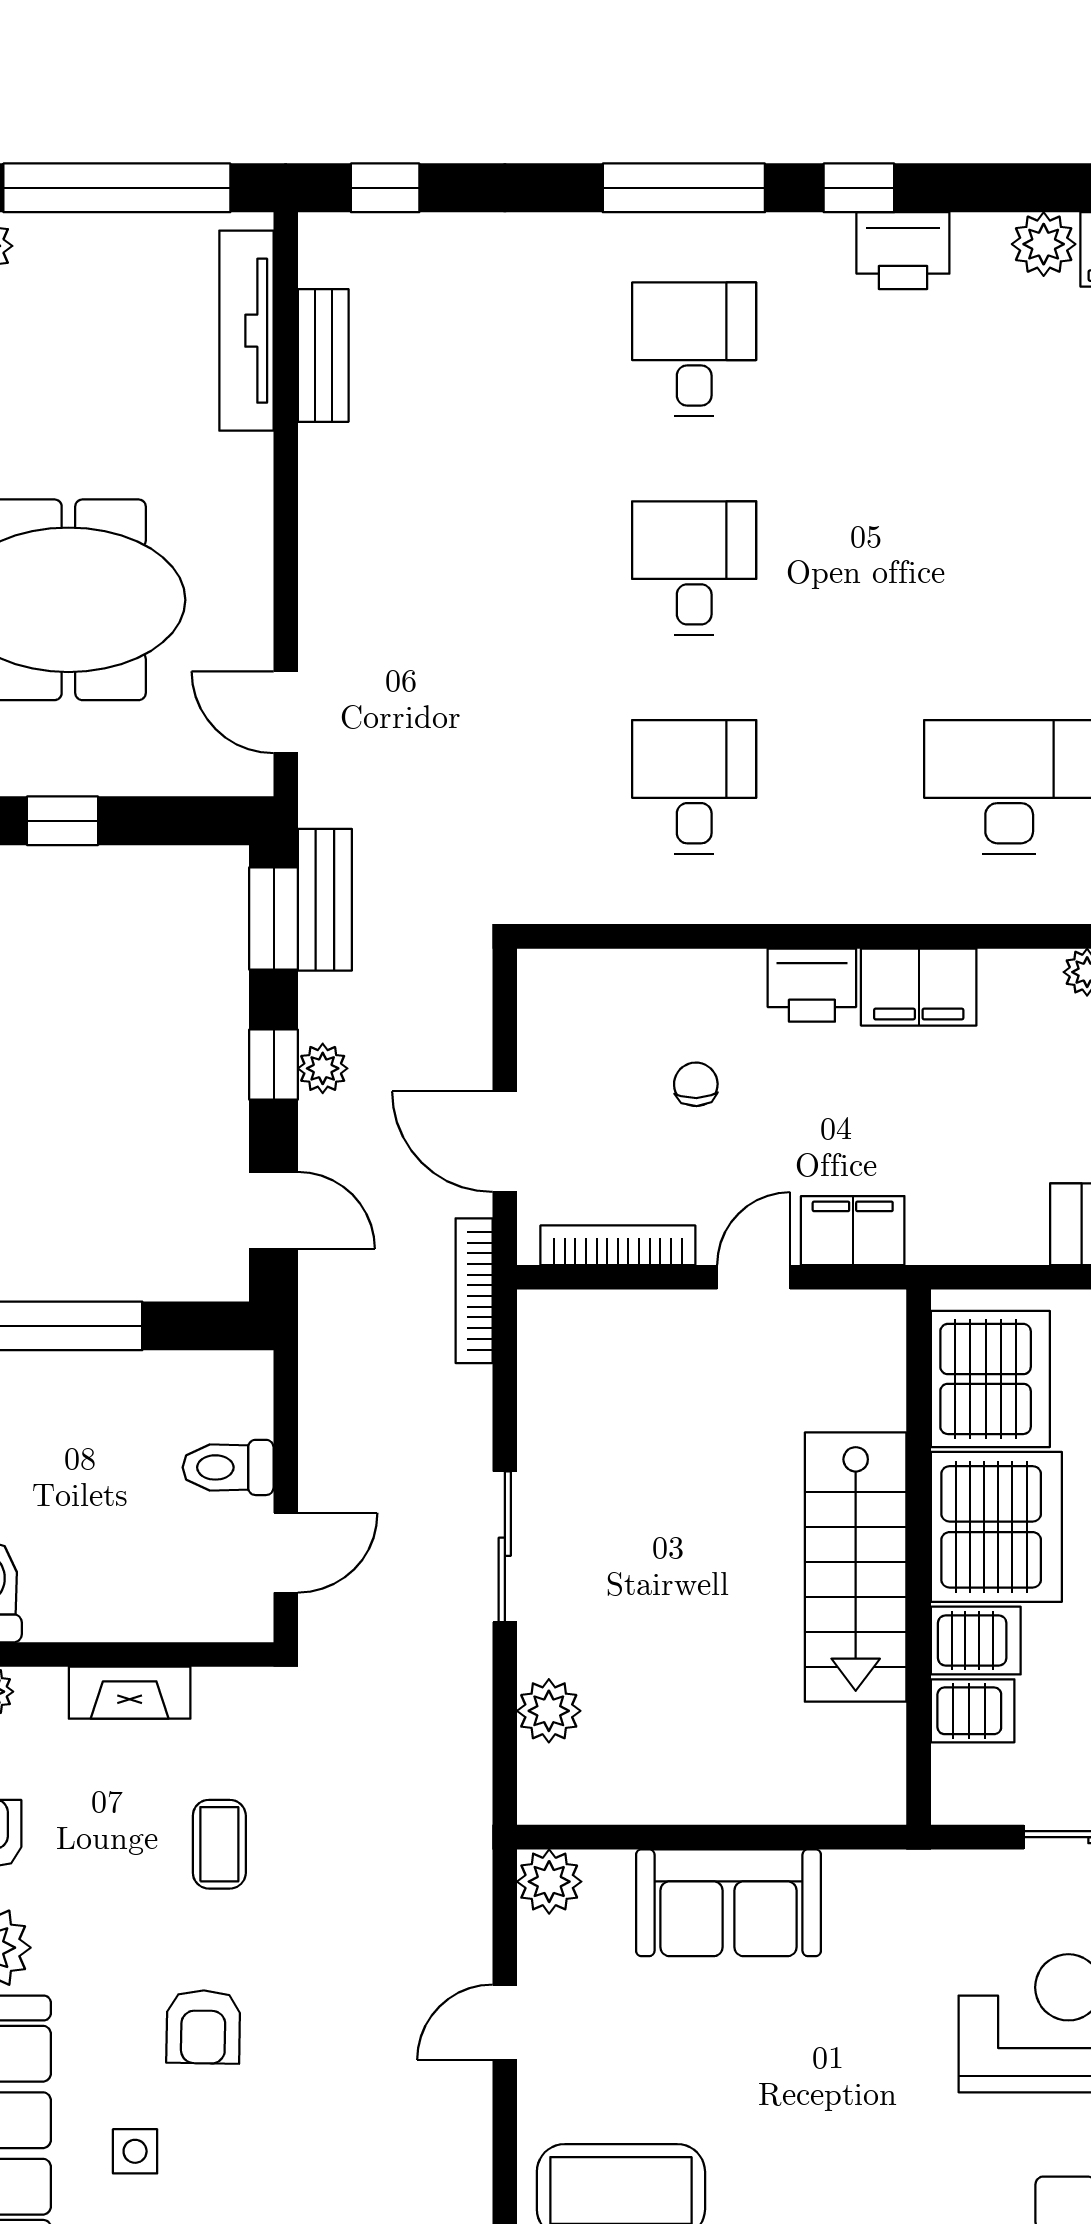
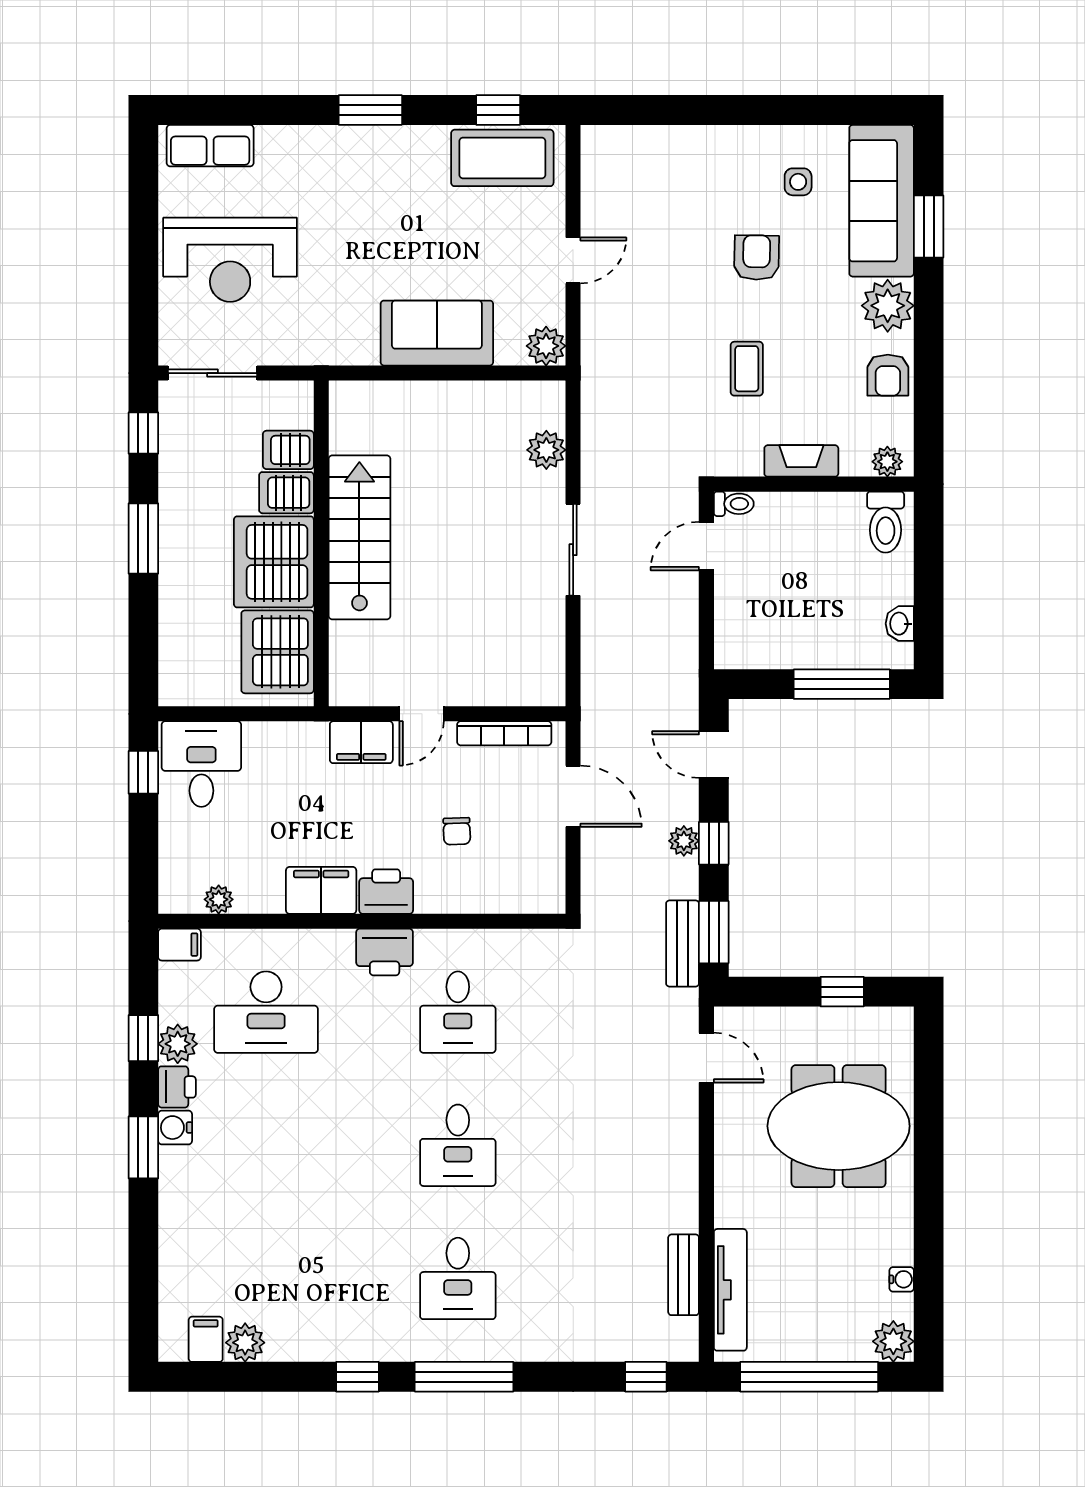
printer: (903, 251) -> (385, 952), moved, turned 180
bookcase: (474, 1291) -> (592, 706), removed
toilet: (228, 1467) -> (734, 504), moved, width x0.73, depth x0.72

